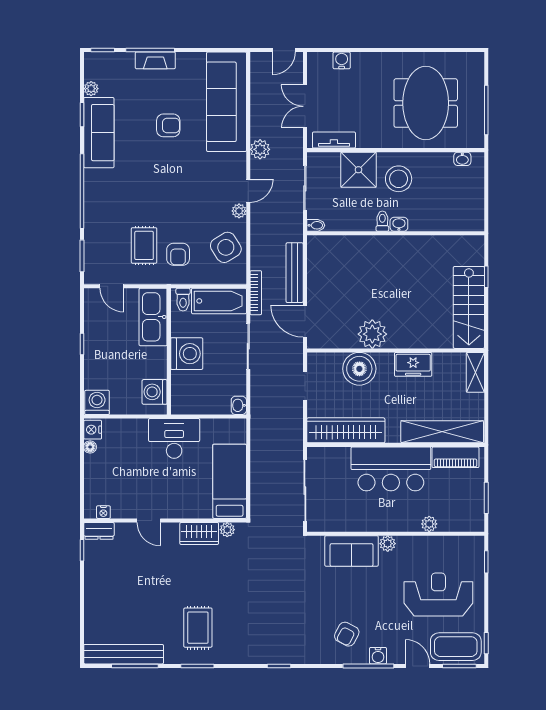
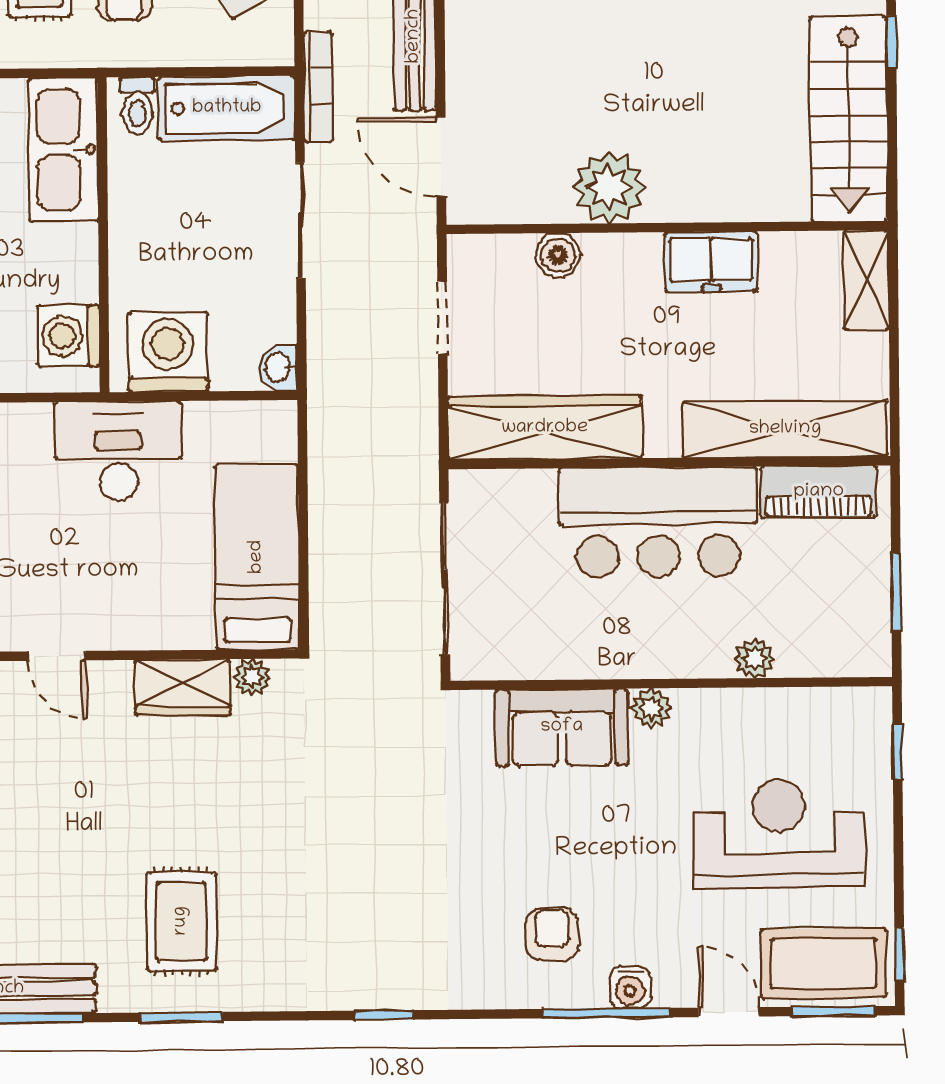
washing machine: (187, 354) -> (168, 352), moved, turned -90
boiler: (359, 369) -> (558, 255), width x0.54, depth x0.54
armchair: (347, 634) -> (552, 934), turned 152

